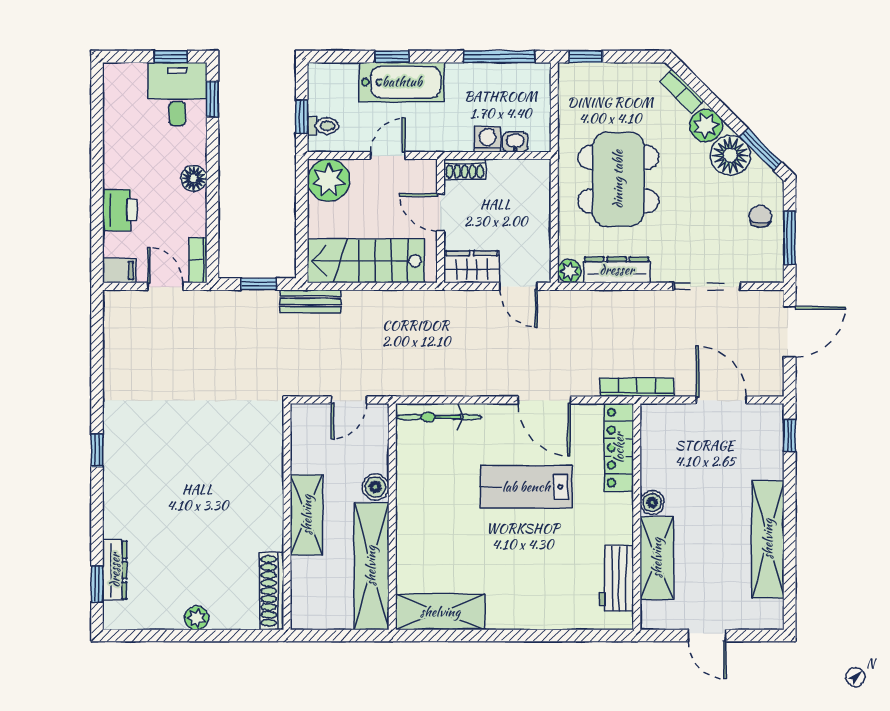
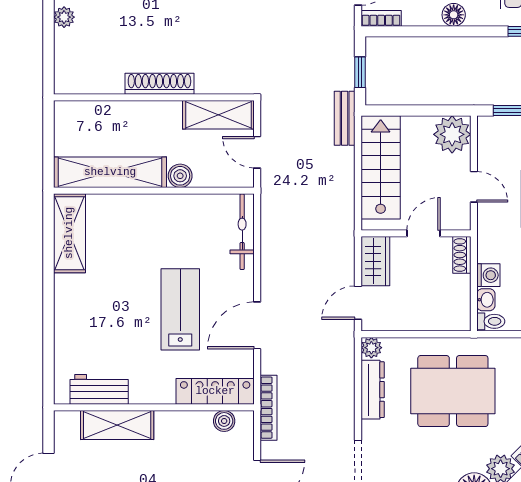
toilet: (323, 126) -> (491, 321), moved, turned -90
boiler: (652, 503) -> (224, 421), moved
shelving: (307, 515) -> (218, 115), moved
shoe rack: (272, 591) -> (159, 84), moved

